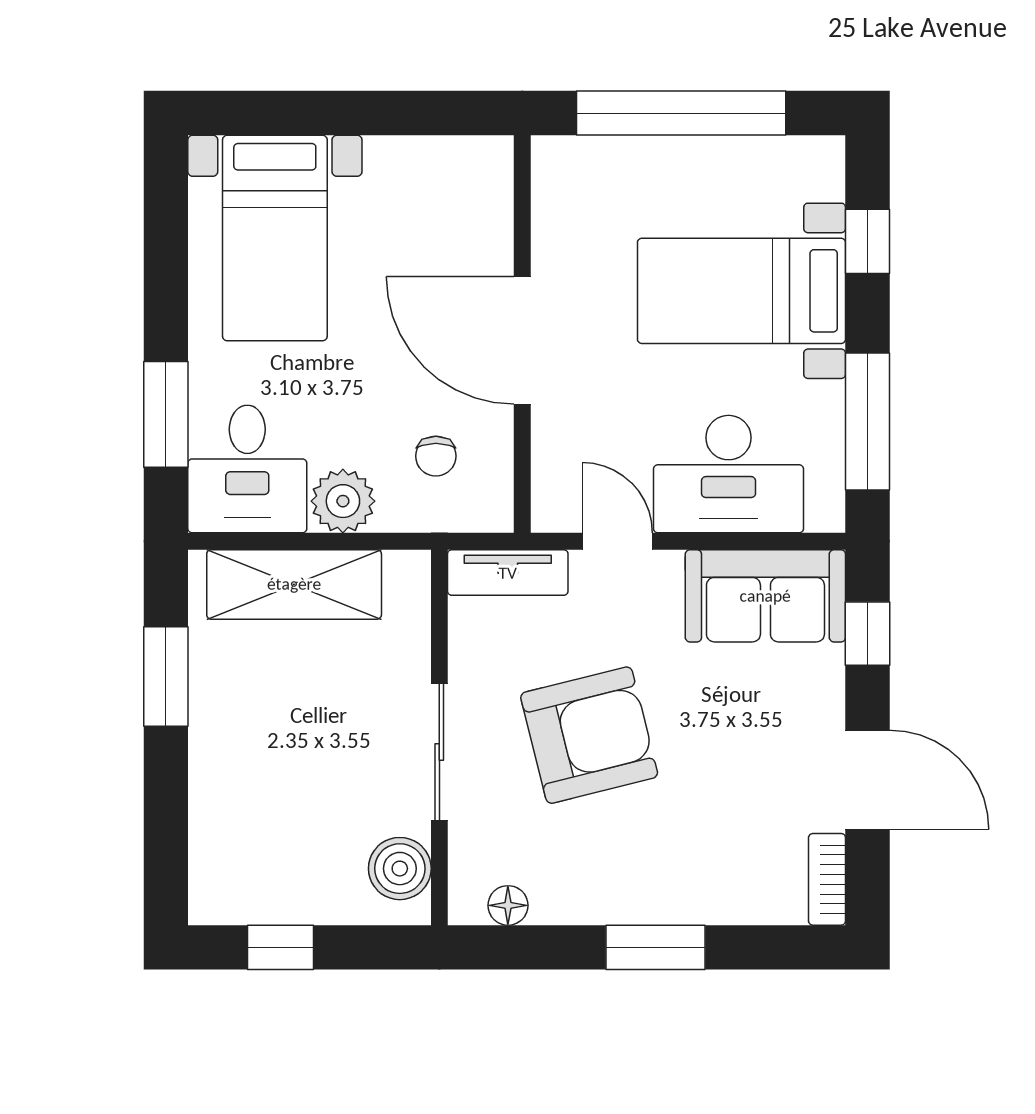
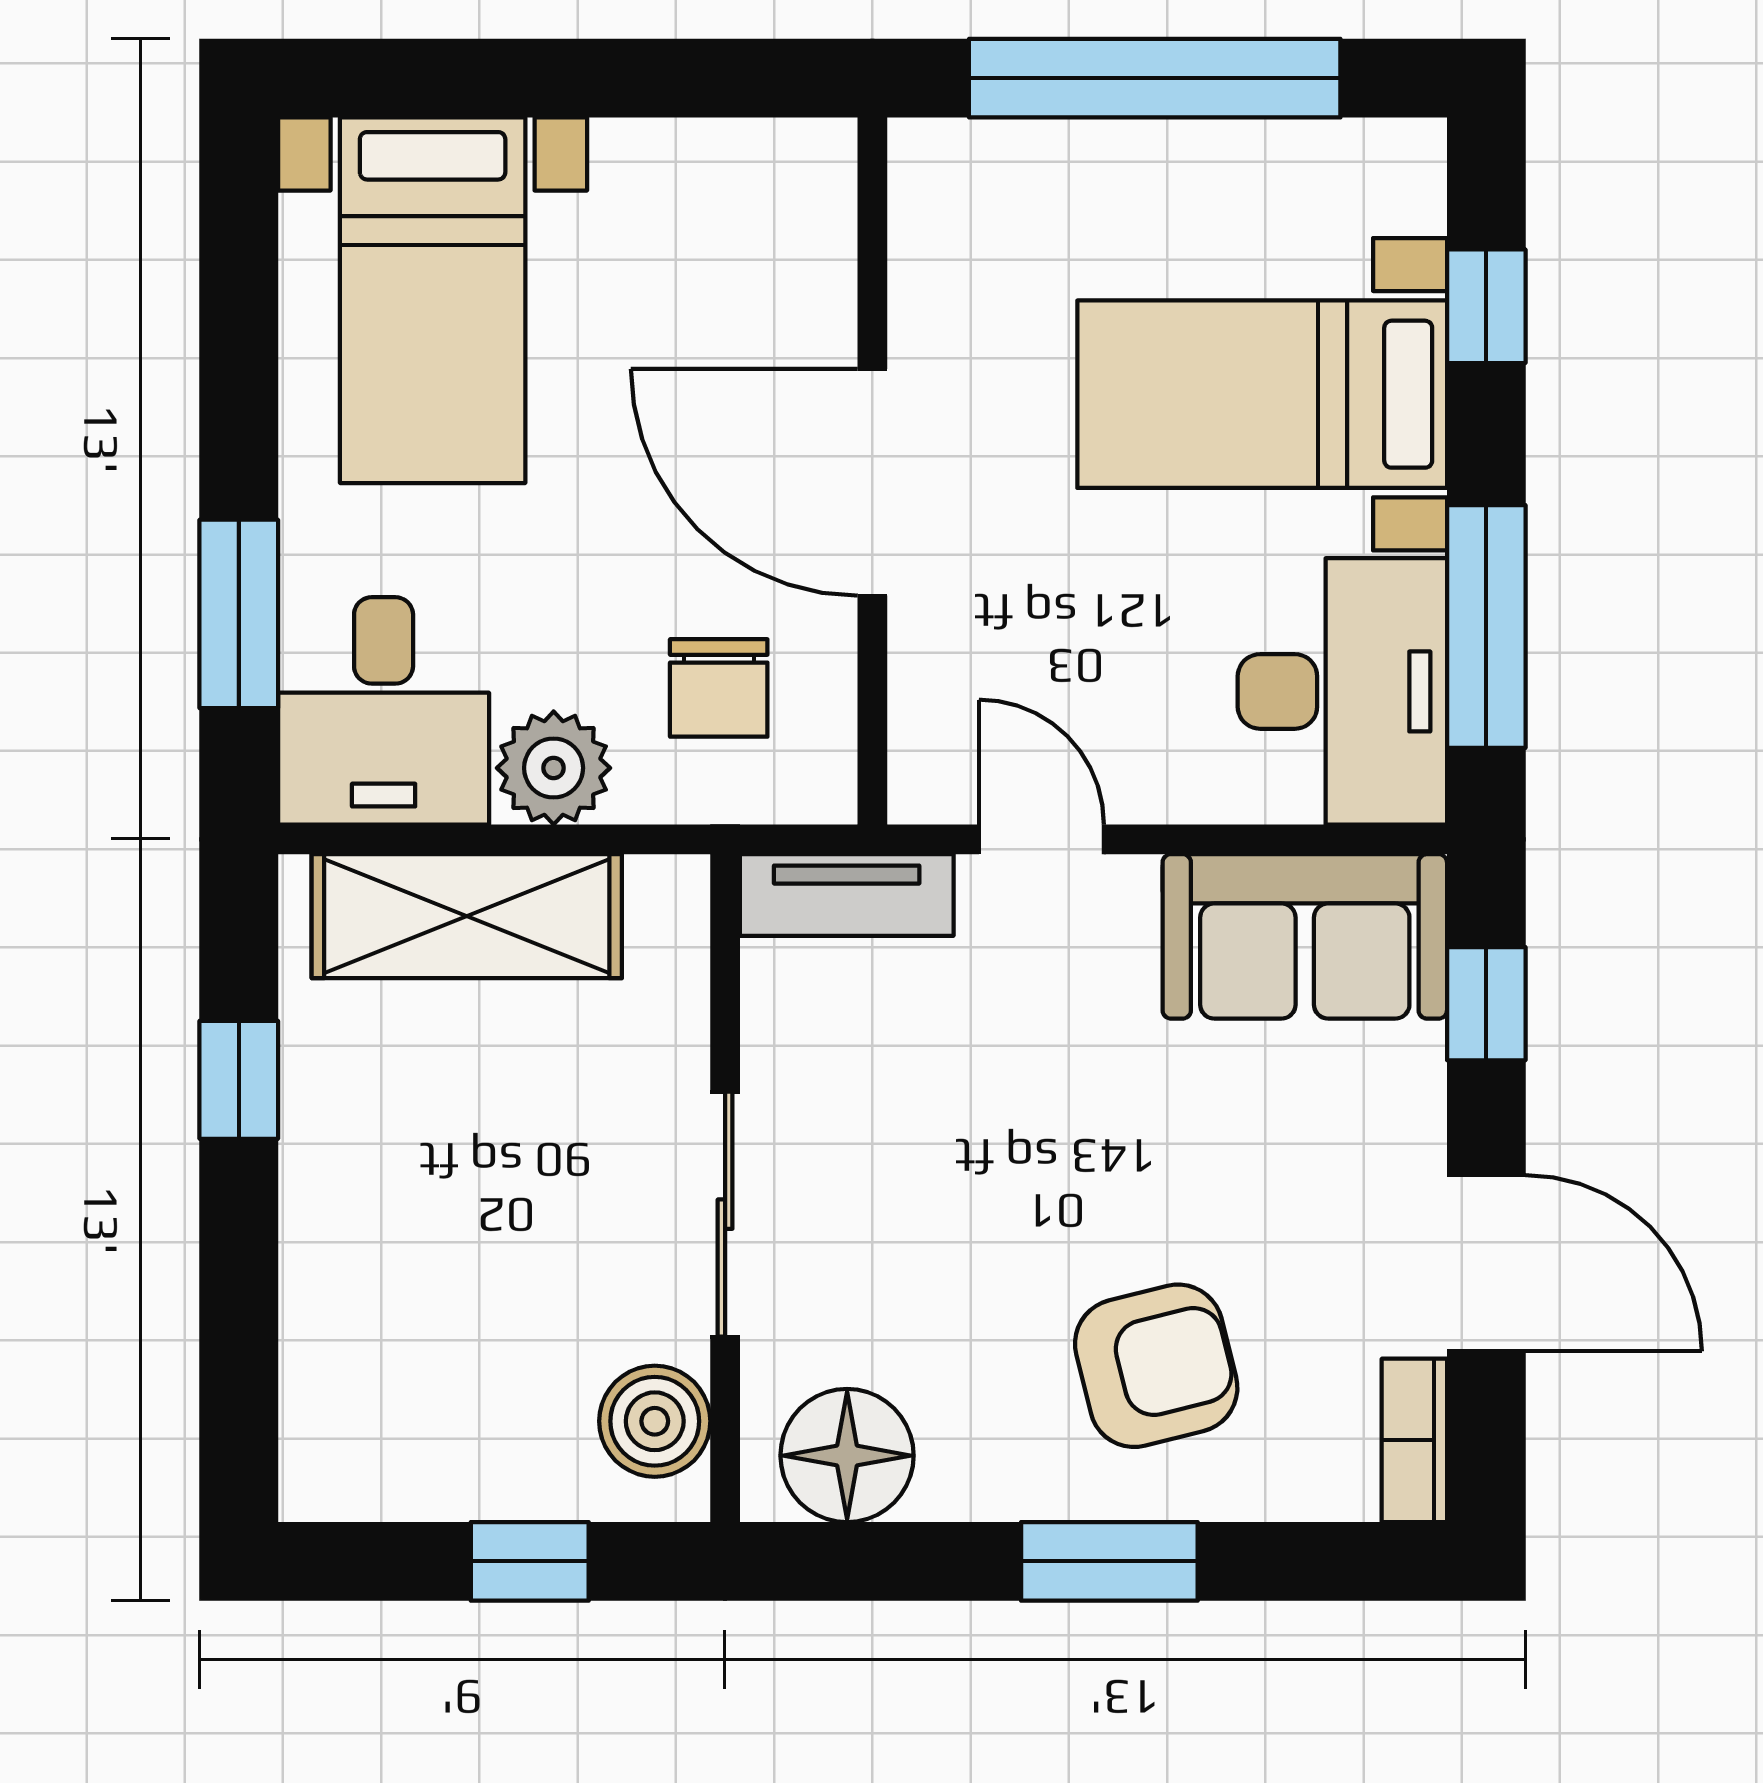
chair: (436, 456) -> (719, 688), width x1.37, depth x1.37
desk: (729, 474) -> (1342, 691), moved, turned -90
window: (166, 676) -> (239, 1080), width x0.67
armchair: (589, 735) -> (1156, 1366), moved, width x0.73, depth x0.73
floor lamp: (508, 905) -> (847, 1456), width x1.89, depth x1.89
window: (280, 947) -> (530, 1561), moved

